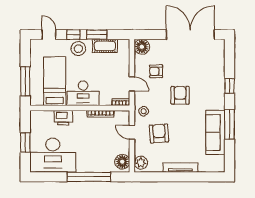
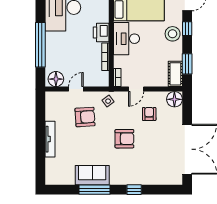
window: (97, 35) -> (187, 64), moved
cot: (105, 46) -> (175, 74), moved
printer: (63, 118) -> (101, 33), moved
door: (132, 132) -> (76, 89), moved
sofa: (215, 132) -> (92, 175), width x0.73
plant: (141, 163) -> (55, 98), removed

